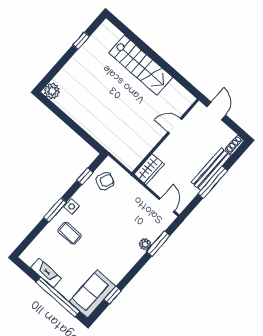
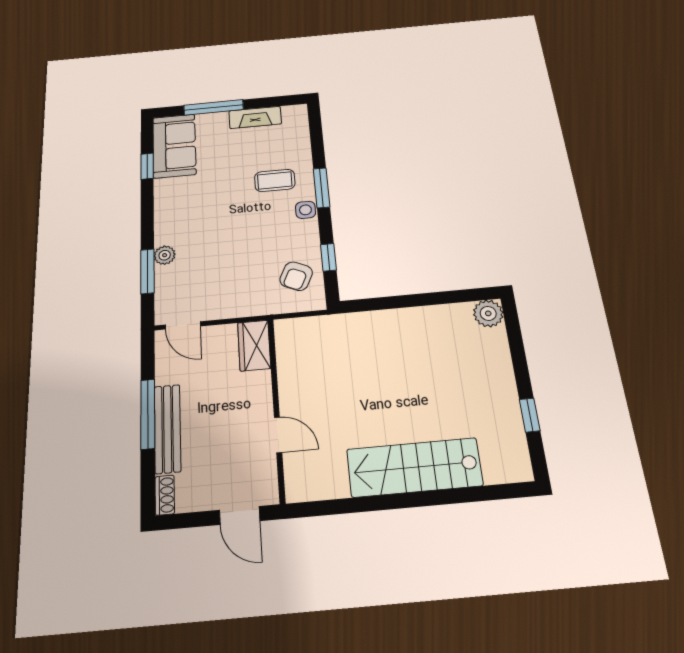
door: (175, 126) -> (278, 435), hinge flipped
window: (58, 297) -> (214, 107), width x0.68

